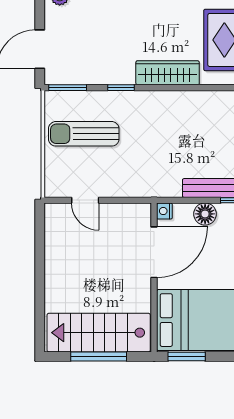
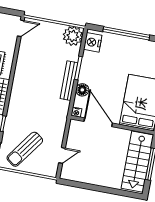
sun lounger: (84, 134) -> (25, 149), turned 36

